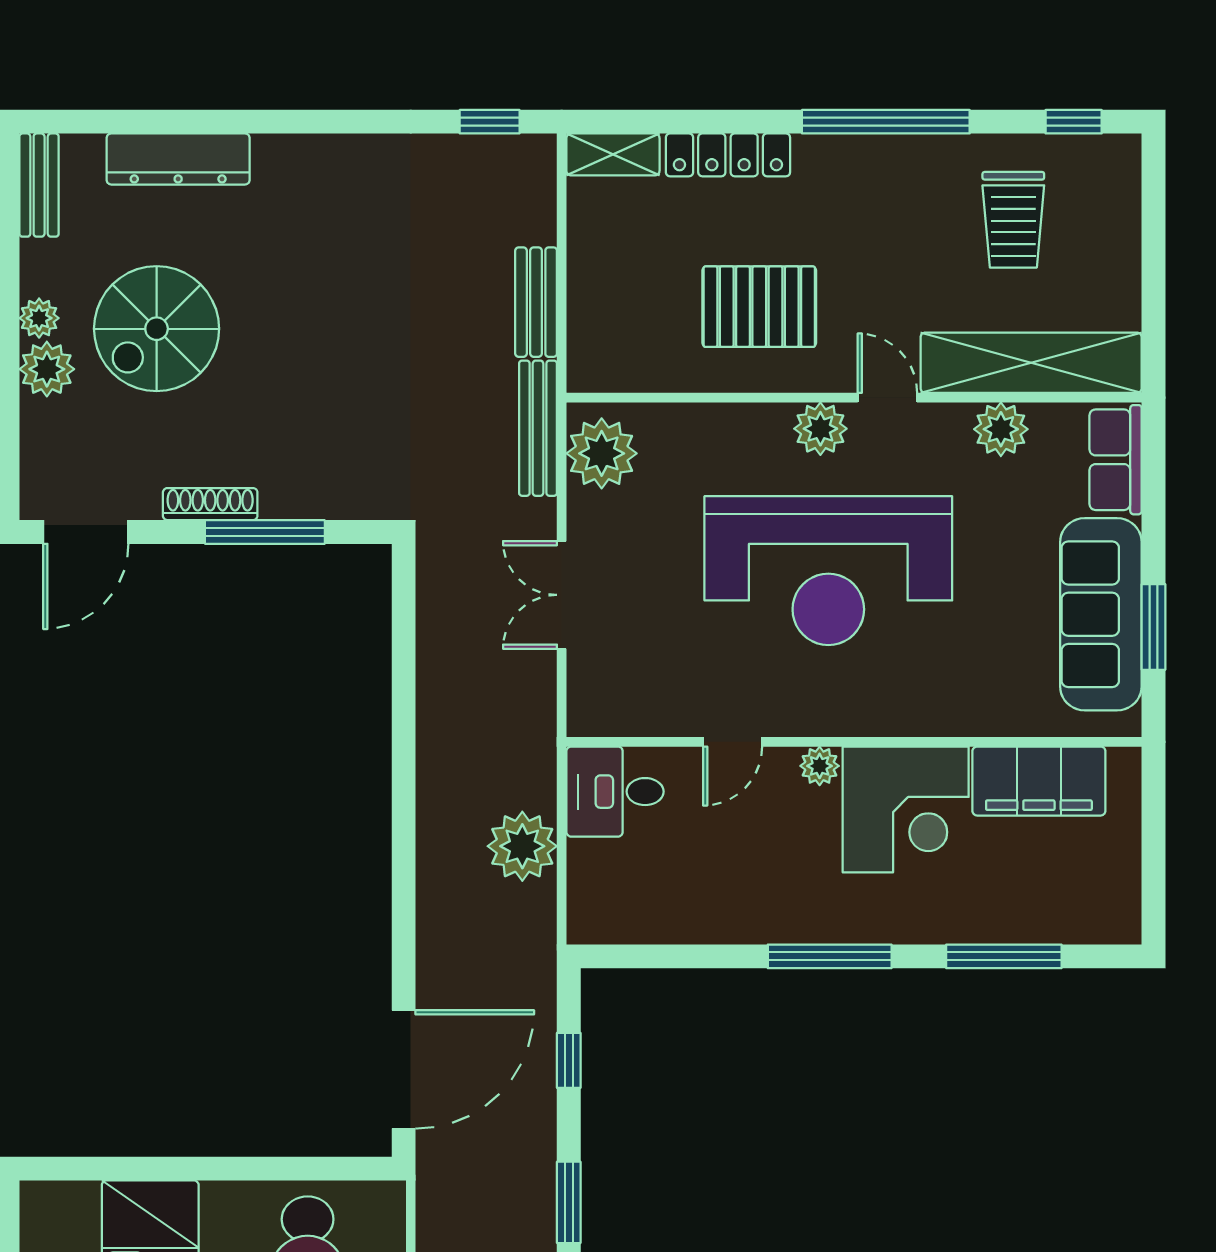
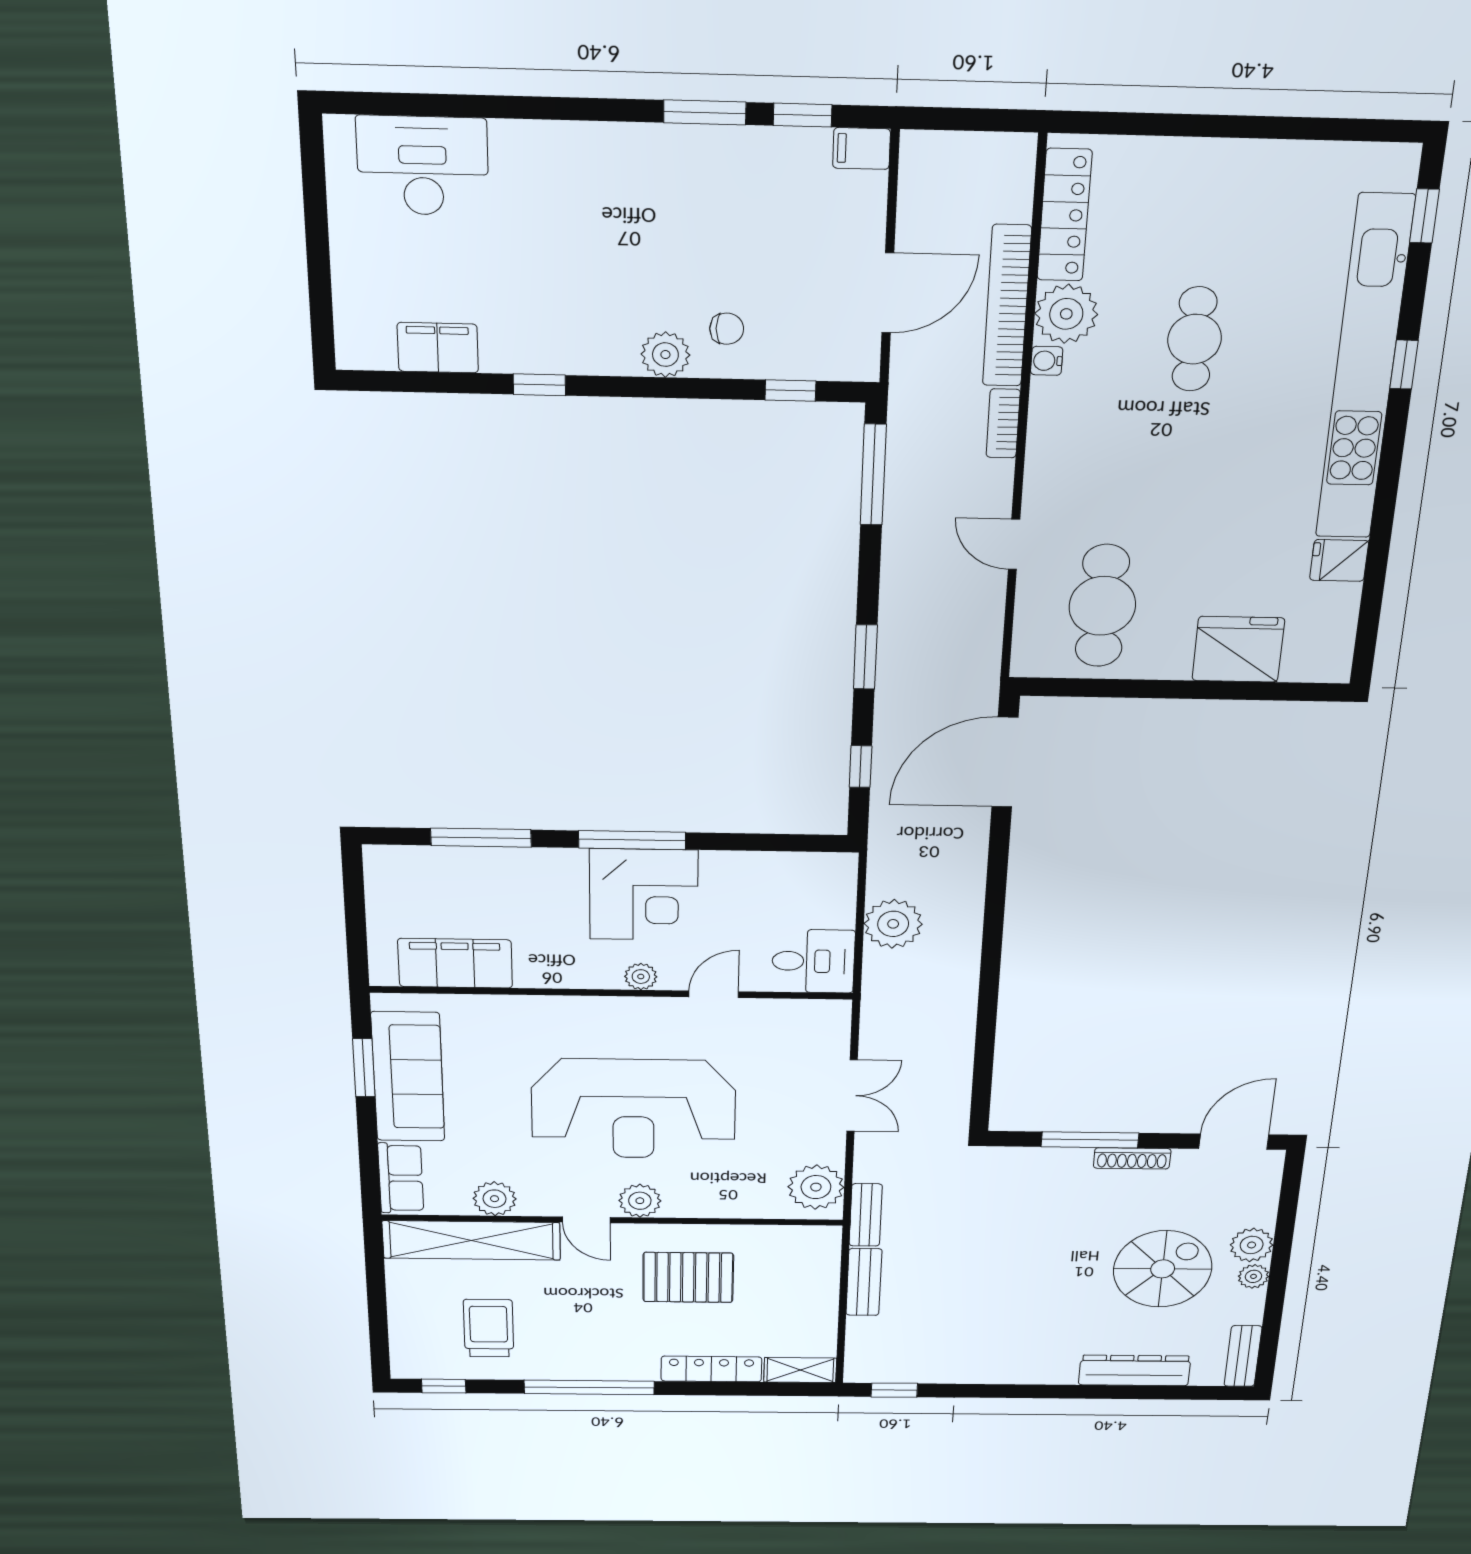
bench: (538, 428) -> (866, 1215), width x0.73
reception desk: (828, 571) -> (633, 1109), turned 180
corner desk: (906, 810) -> (644, 895), moved, turned 180

